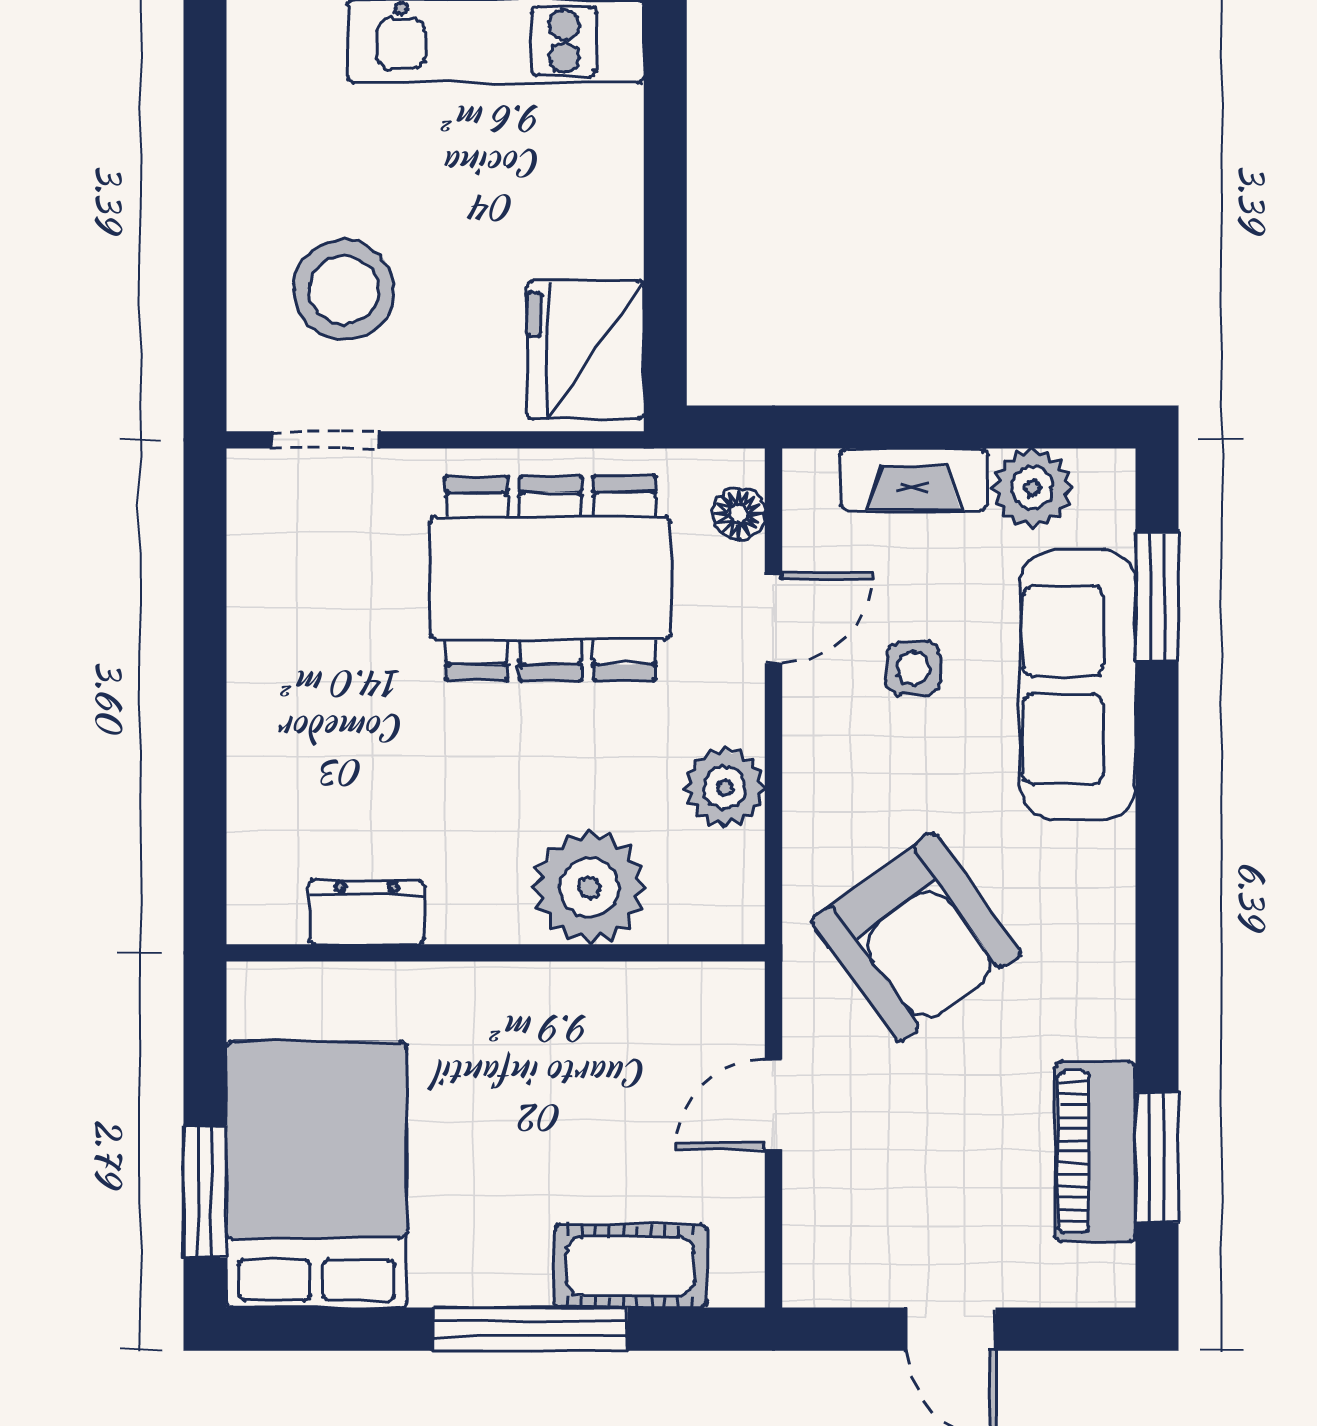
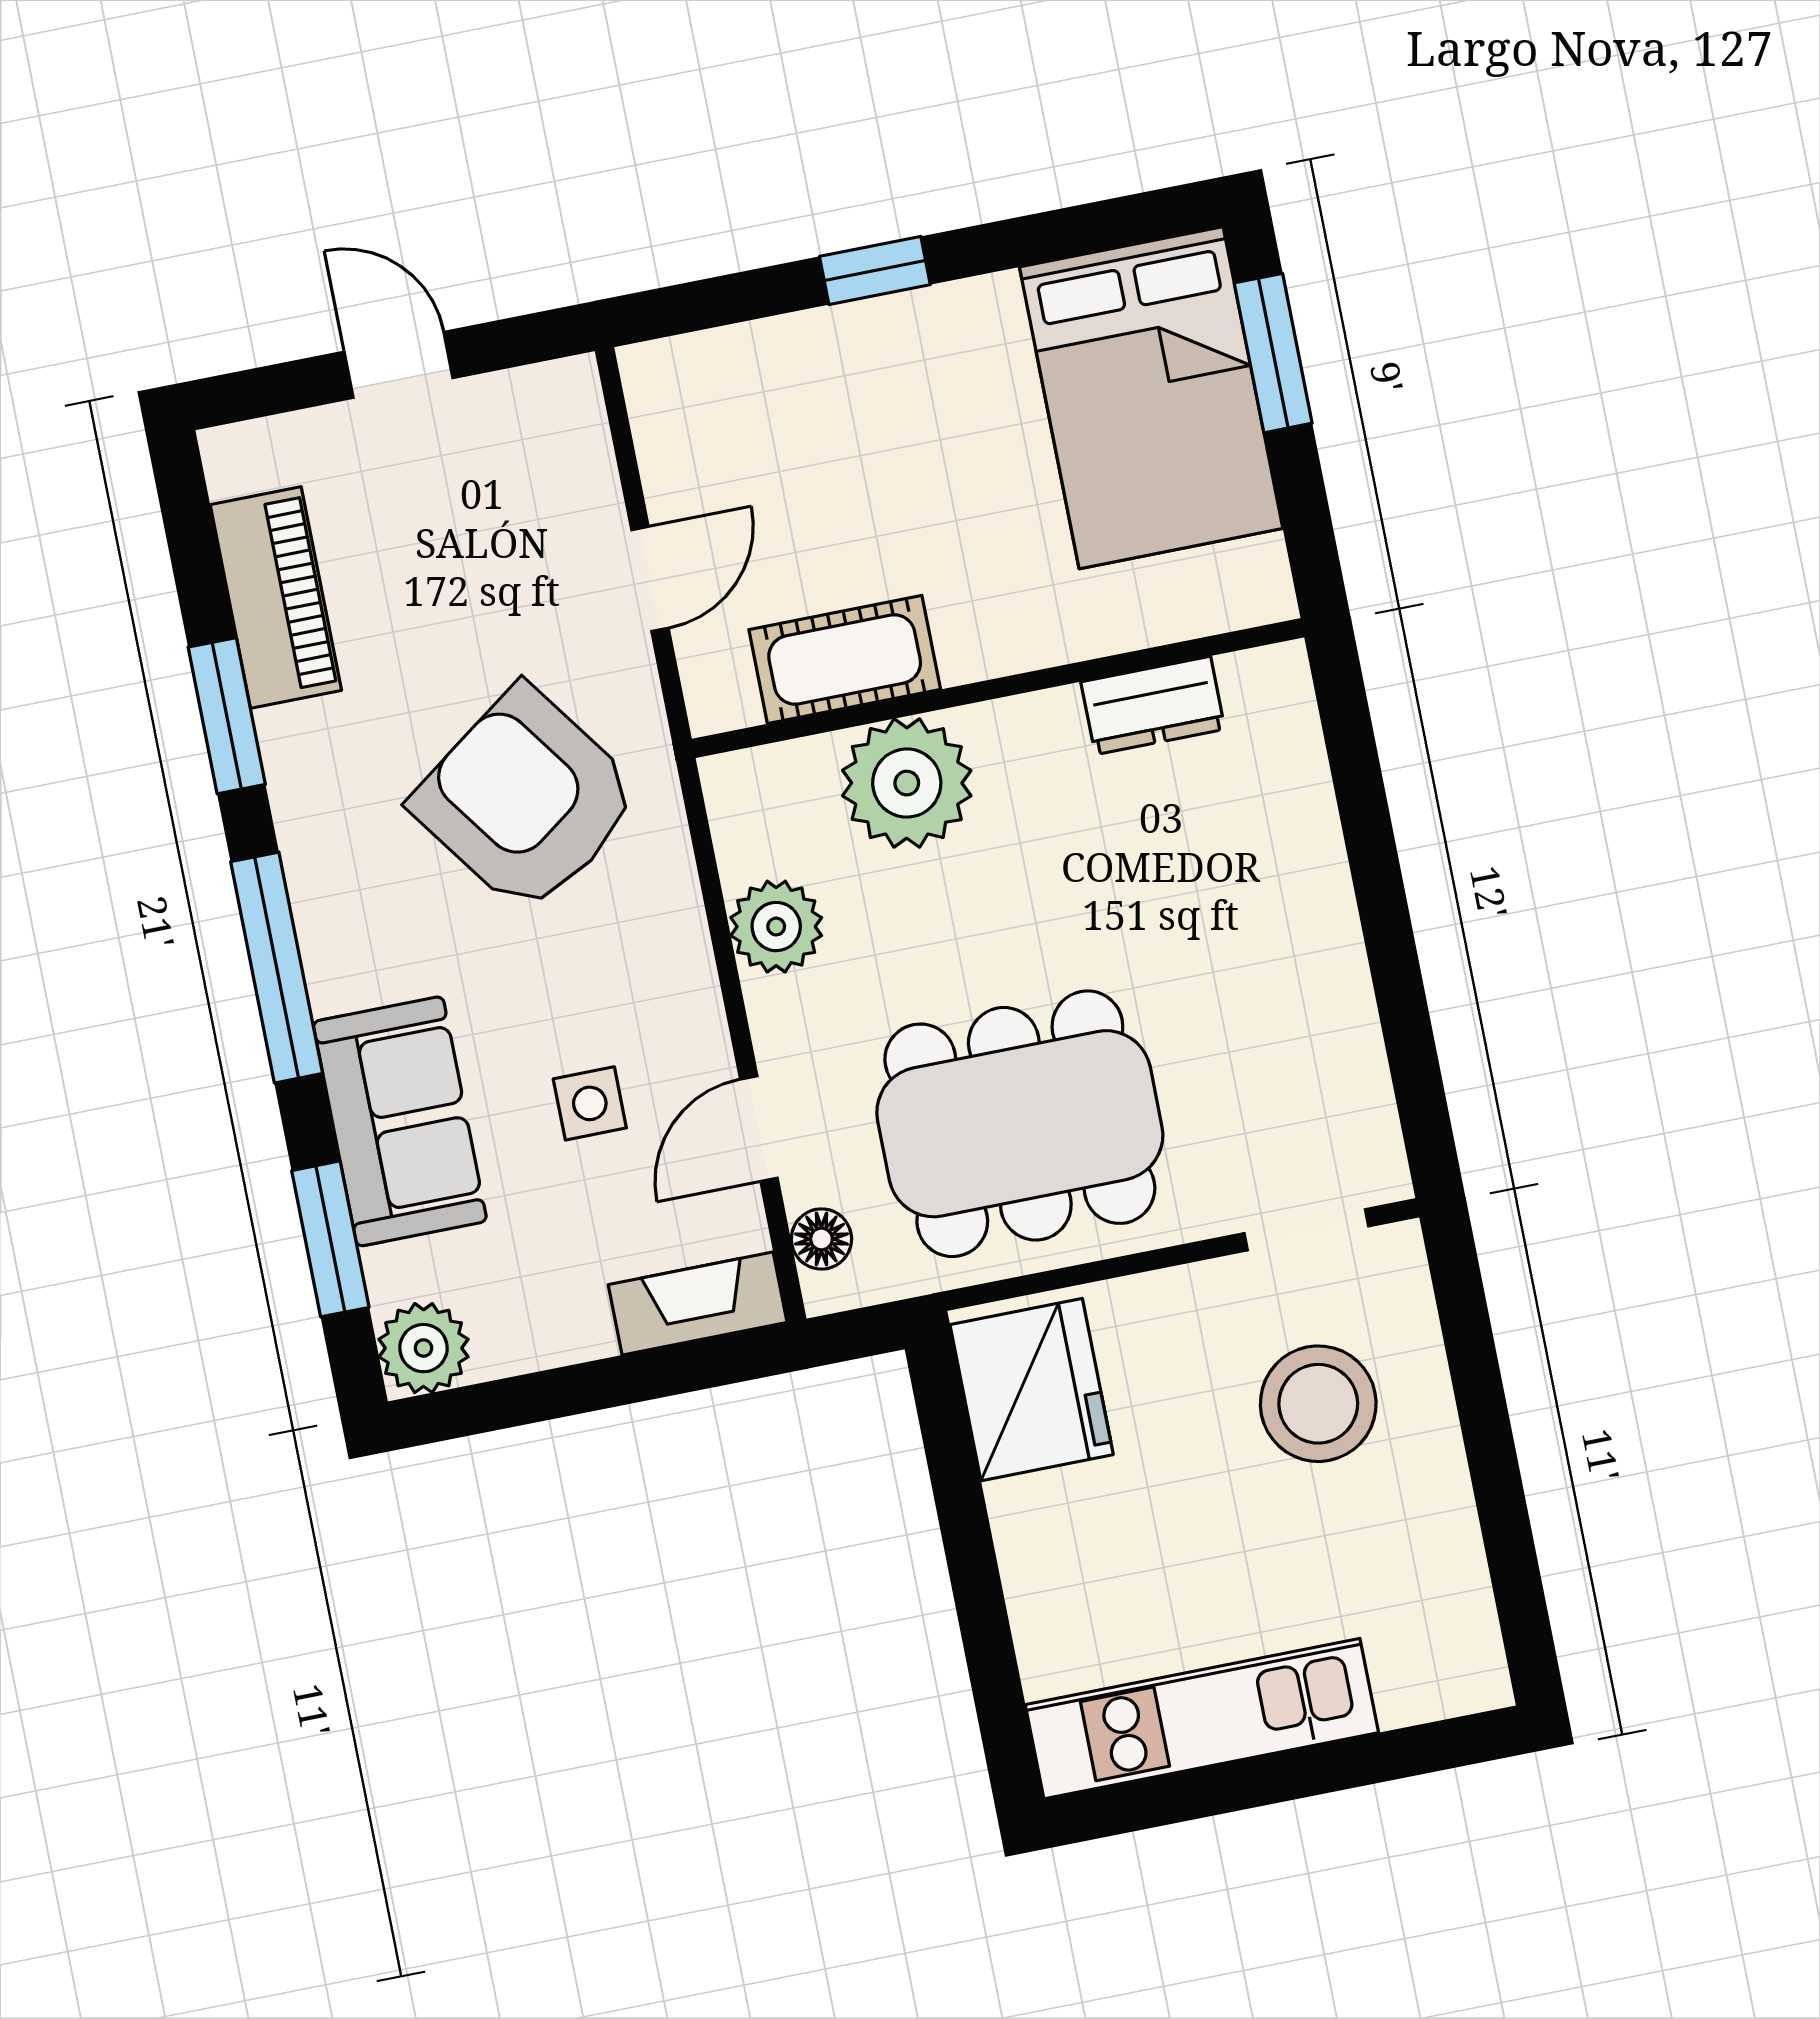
fireplace: (914, 480) -> (698, 1304), moved
plant: (1032, 488) -> (423, 1348), moved
sofa: (1078, 685) -> (400, 1121), width x0.73
window: (1157, 837) -> (277, 968), added
window: (1157, 1157) -> (227, 716), moved
cot: (630, 1266) -> (845, 659), moved
window: (530, 1329) -> (875, 271), width x0.46

